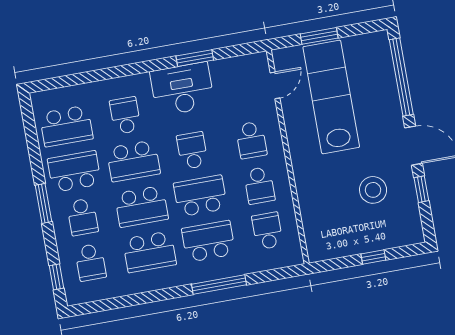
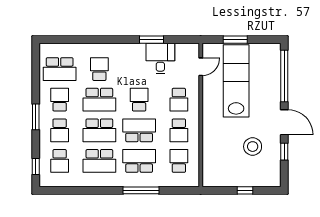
desk: (182, 89) -> (160, 58), moved, width x0.73
school desk: (74, 171) -> (60, 100), width x0.54

